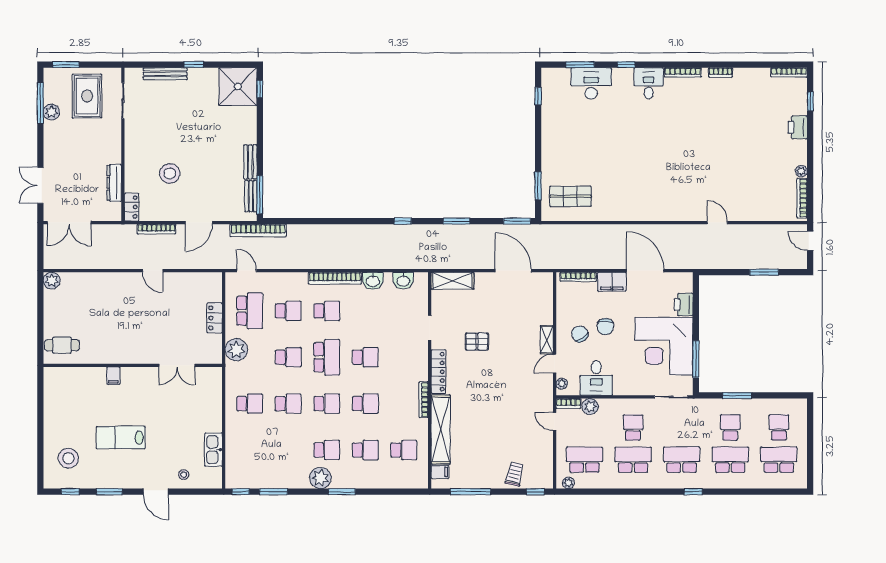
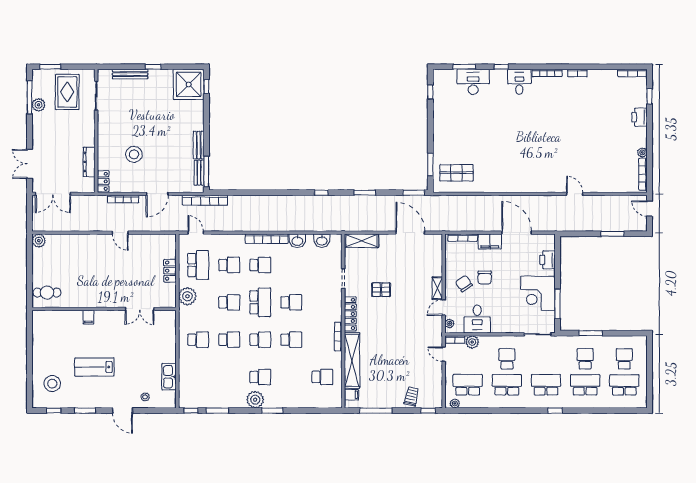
corner desk: (664, 346) -> (538, 293), width x0.74, depth x0.74
school desk: (365, 450) -> (291, 377), removed

